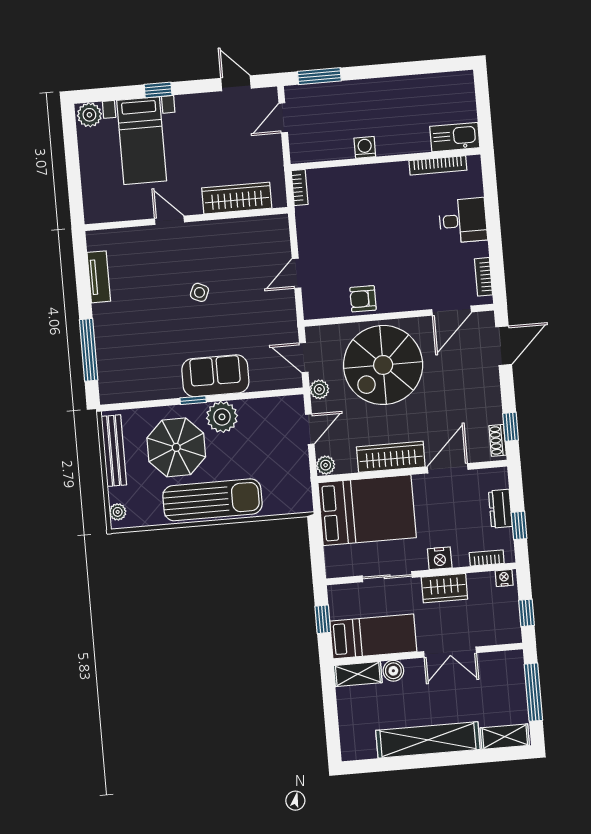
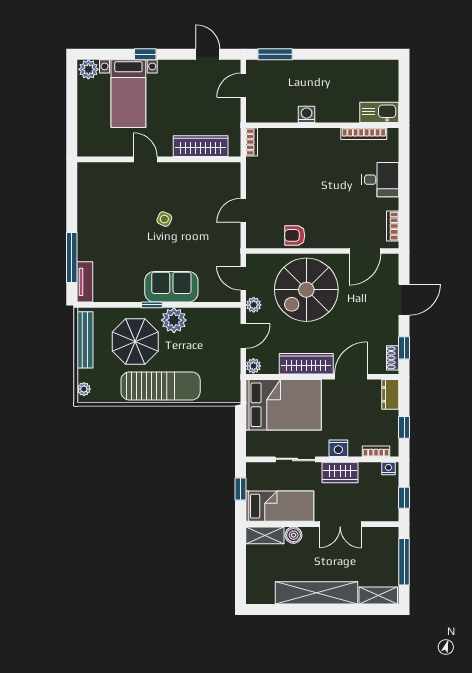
tv unit: (99, 277) -> (85, 282), moved
door: (504, 346) -> (404, 300), moved
dresser: (500, 509) -> (390, 394), moved

